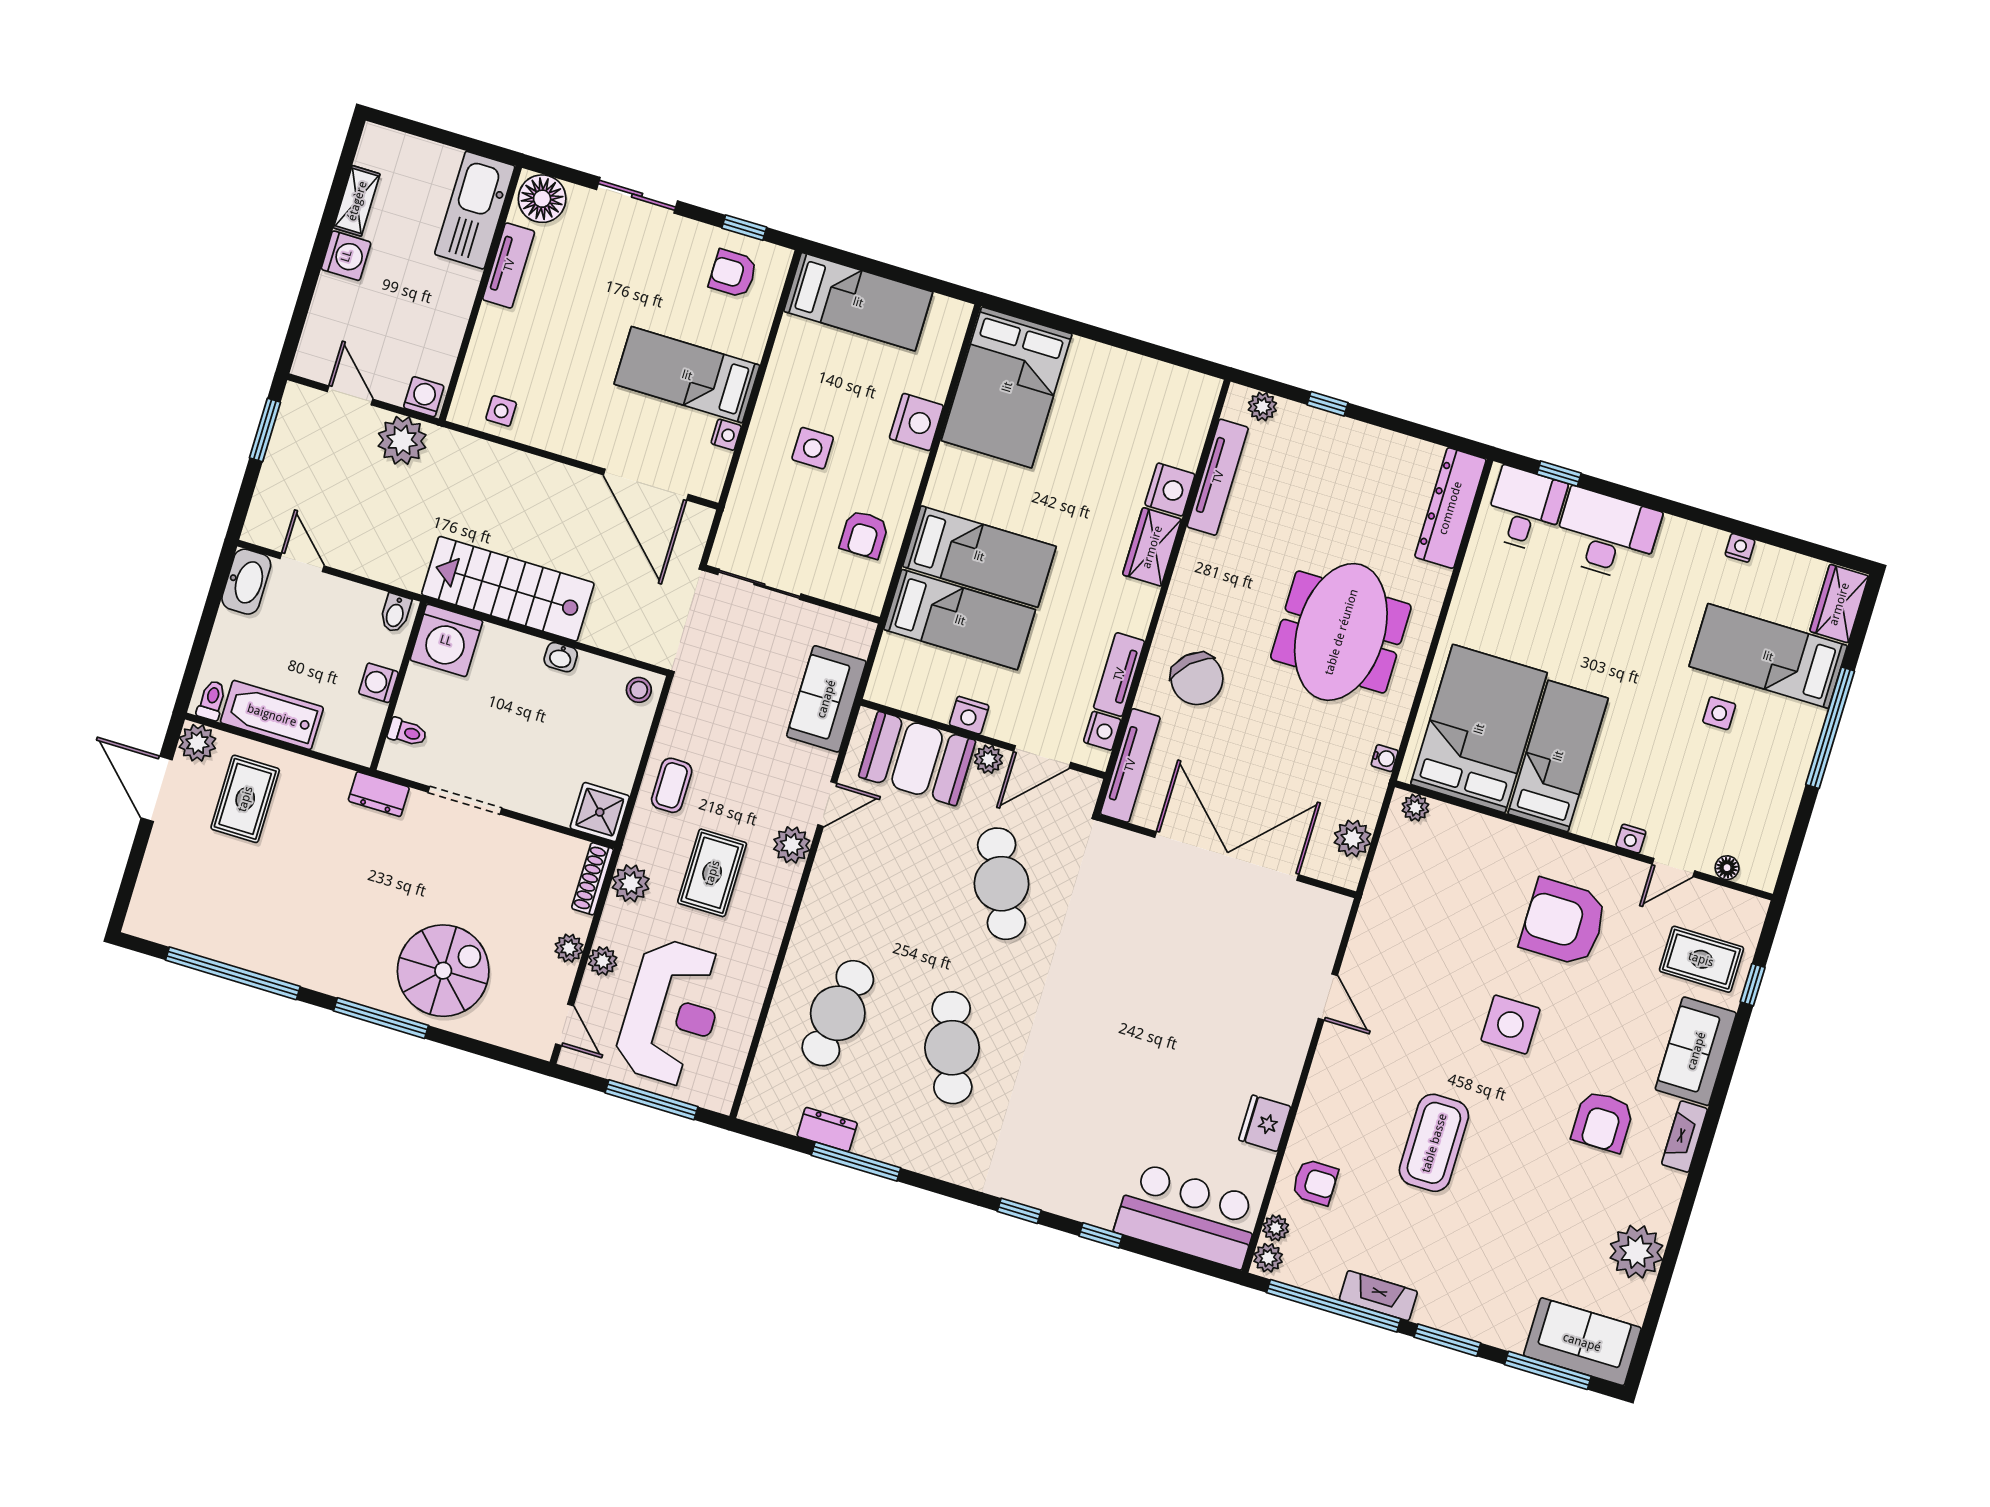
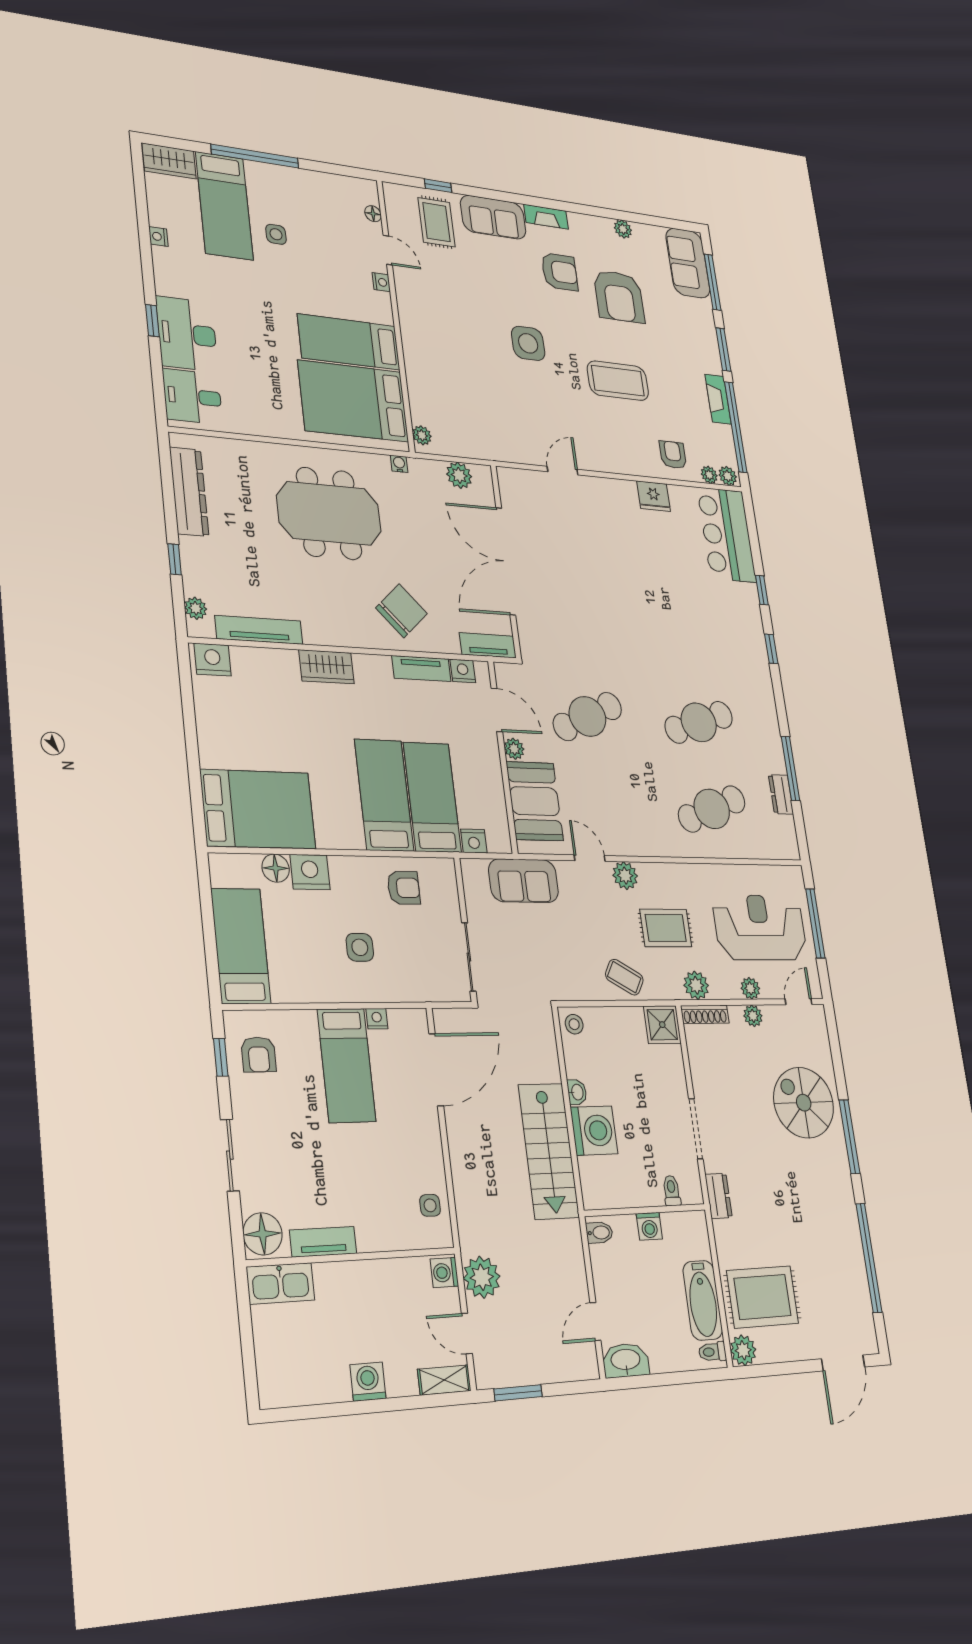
shelving: (357, 201) -> (444, 1380), moved
kitchen sink: (475, 210) -> (280, 1283), width x0.73, depth x0.81
floor lamp: (933, 381) -> (276, 868), added
door: (350, 395) -> (467, 1334), hinge flipped
window: (1559, 474) -> (152, 321), moved
nightstand: (1170, 490) -> (213, 660), moved
dresser: (1450, 508) -> (189, 492), moved, turned -90
washing machine: (446, 640) -> (594, 1131), moved
nightstand: (969, 715) -> (474, 841), moved, turned 90
tv unit: (1130, 765) -> (488, 645), width x0.71
coffee table: (672, 785) -> (624, 977), turned 30
door: (157, 789) -> (843, 1363), moved
rug: (245, 799) -> (763, 1297), width x1.36, depth x1.43
armchair: (1564, 922) -> (619, 296), moved
cafe table: (838, 1013) -> (712, 809), turned -30
plant: (1636, 1252) -> (623, 229), width x0.53, depth x0.53

